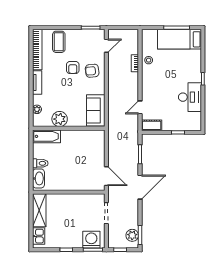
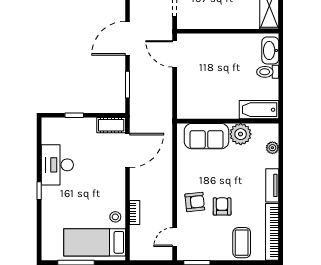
bed: (179, 39) -> (95, 242), moved, turned 180
door: (140, 107) -> (128, 150), width x1.87
sofa: (96, 110) -> (206, 136), moved, turned 90

